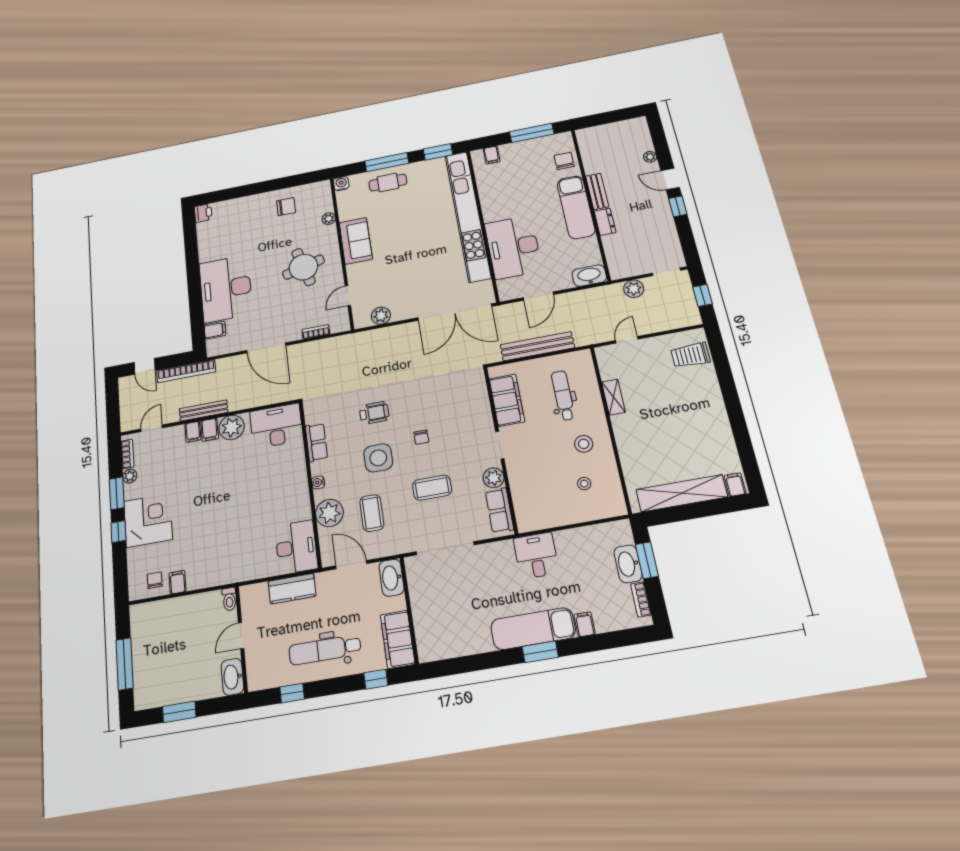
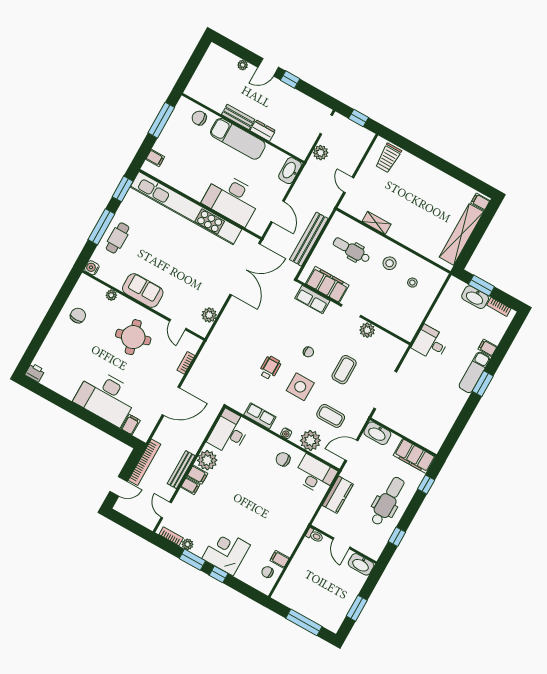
chair: (288, 501) -> (283, 459), added
row of seats: (499, 510) -> (312, 300), moved
exam couch: (533, 629) -> (474, 372), width x0.73, depth x0.69
dental chair: (325, 650) -> (388, 501), turned 180

